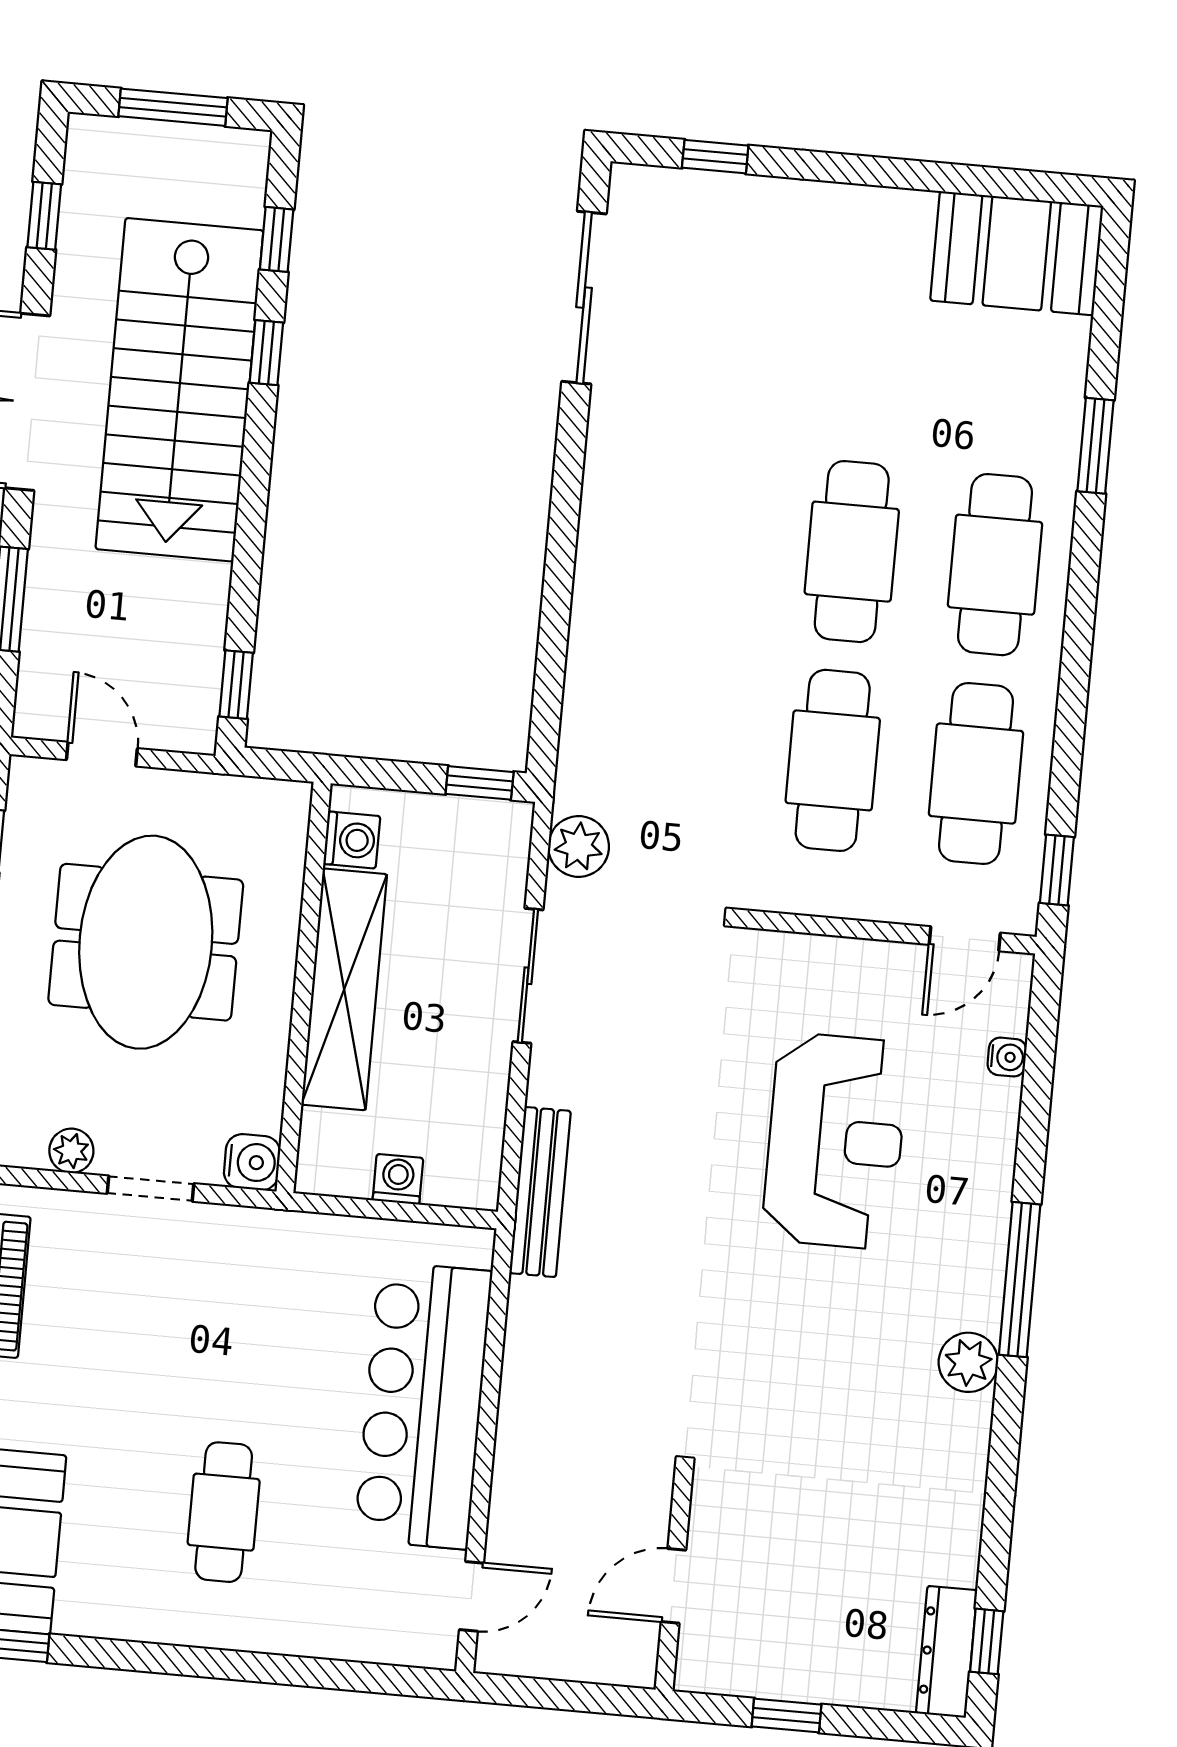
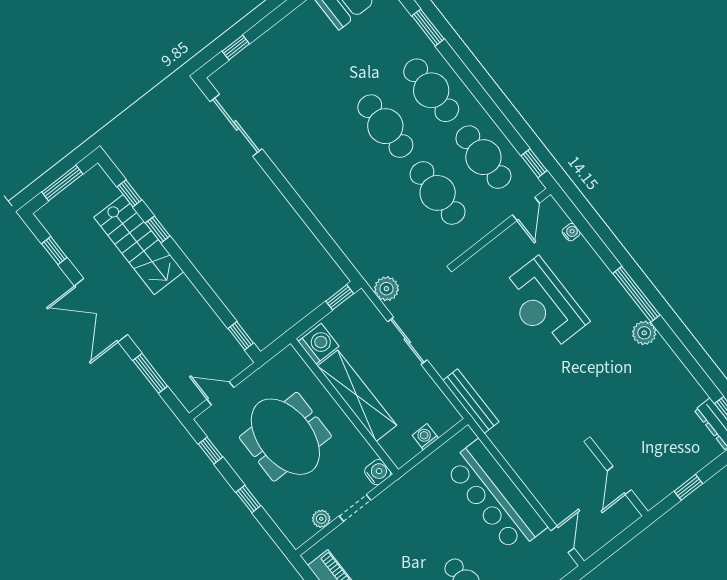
stairs: (179, 390) -> (139, 245), width x0.73, depth x0.66
washing machine: (352, 840) -> (319, 344), width x1.38, depth x1.38
reception desk: (835, 1141) -> (544, 304), turned 180

